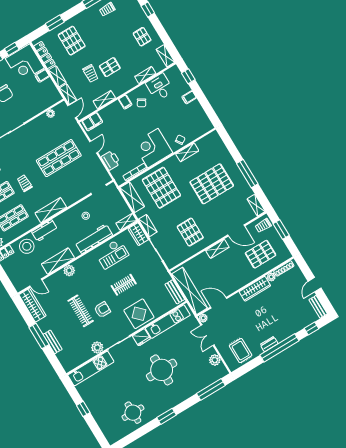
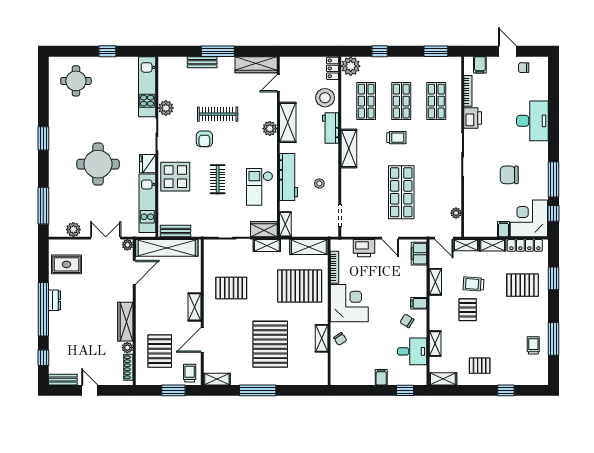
round table: (133, 413) -> (76, 81), moved

